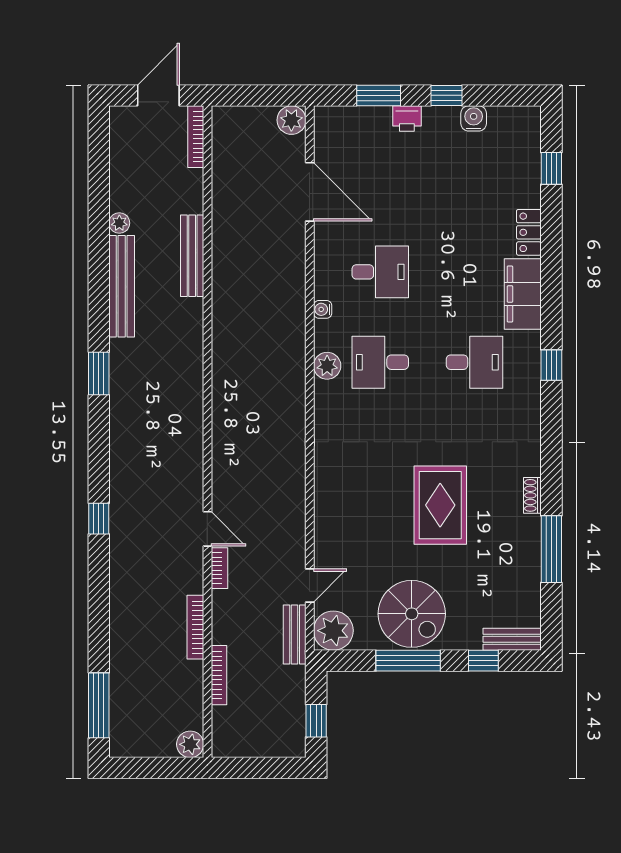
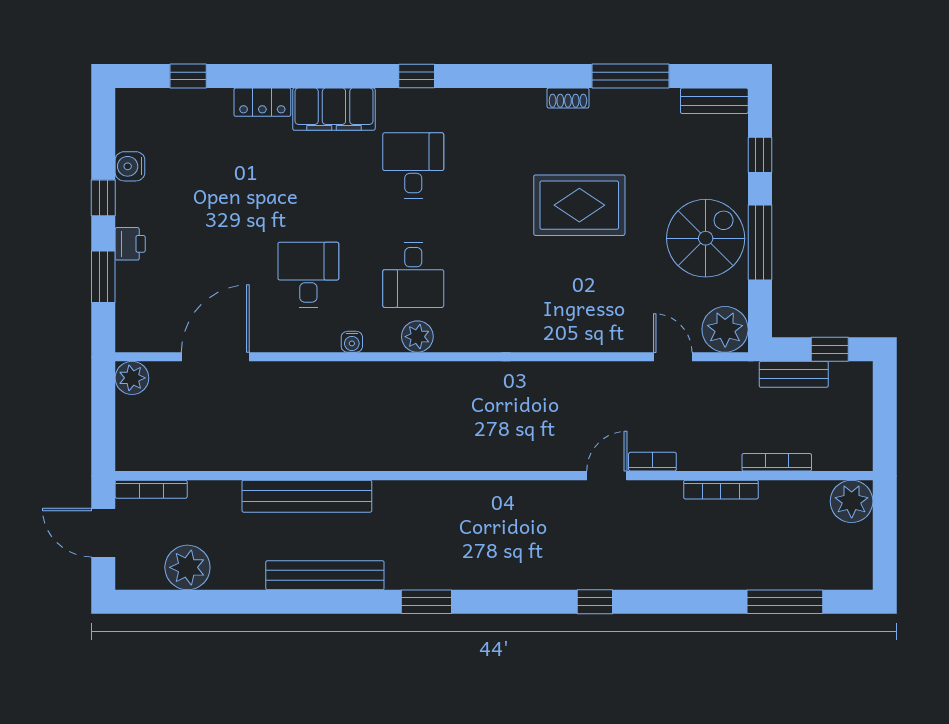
plant: (119, 223) -> (187, 567), moved, width x1.87, depth x1.87
bench: (192, 256) -> (307, 496), width x1.37, depth x1.21
bench: (295, 635) -> (794, 374), moved
bench: (512, 639) -> (714, 101), moved, turned 90
window: (99, 705) -> (785, 602), moved
plant: (190, 744) -> (852, 501), width x1.36, depth x1.36

